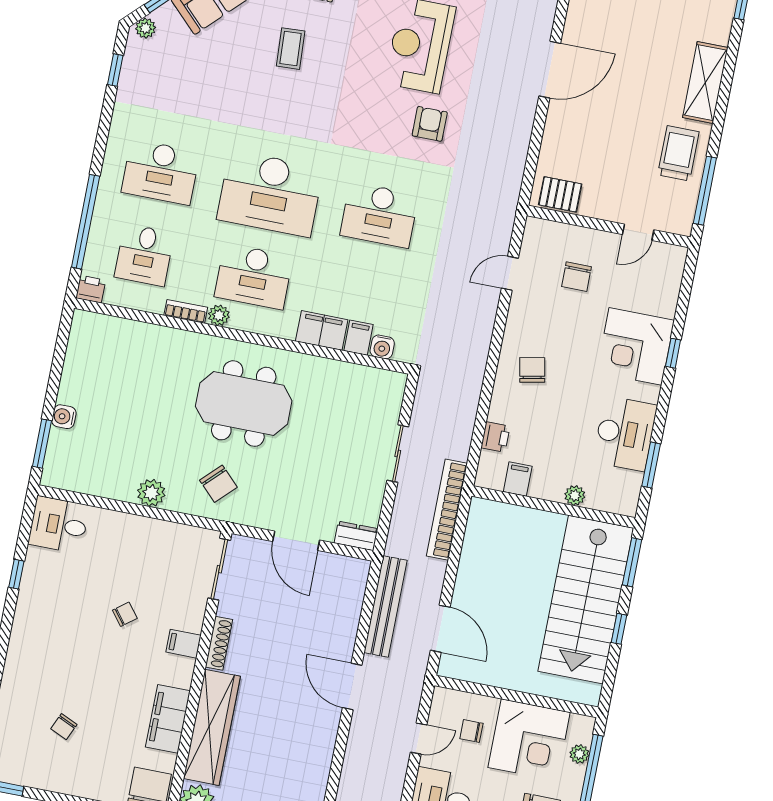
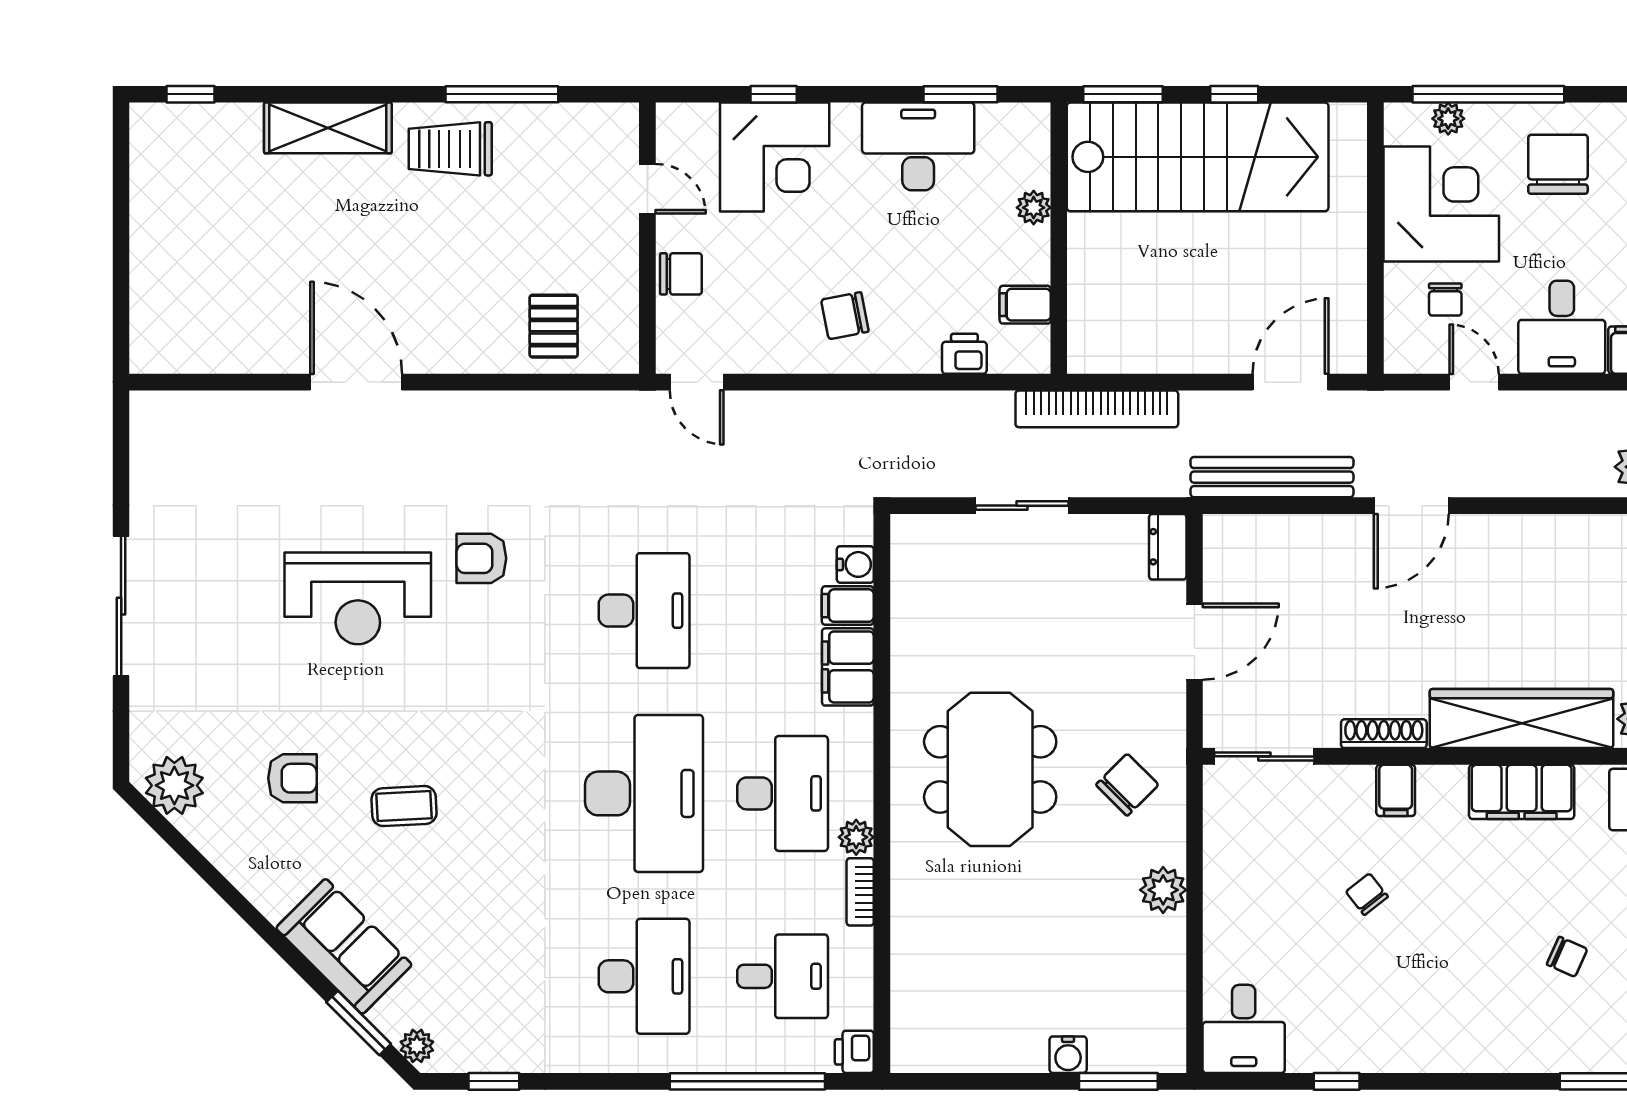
wall: (609, 226) -> (647, 238), moved
door: (638, 232) -> (647, 189), moved

